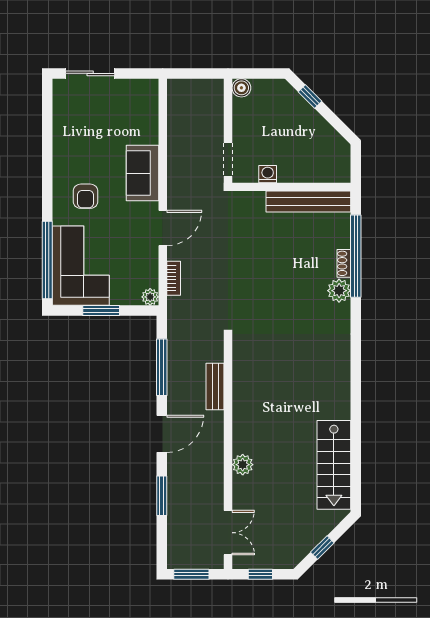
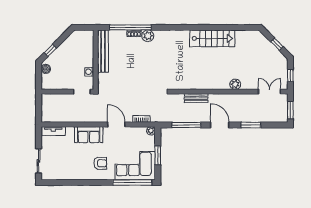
boiler: (241, 88) -> (46, 69), moved
tv unit: (149, 102) -> (53, 131), added
stairs: (334, 465) -> (212, 38), moved

